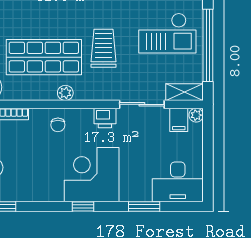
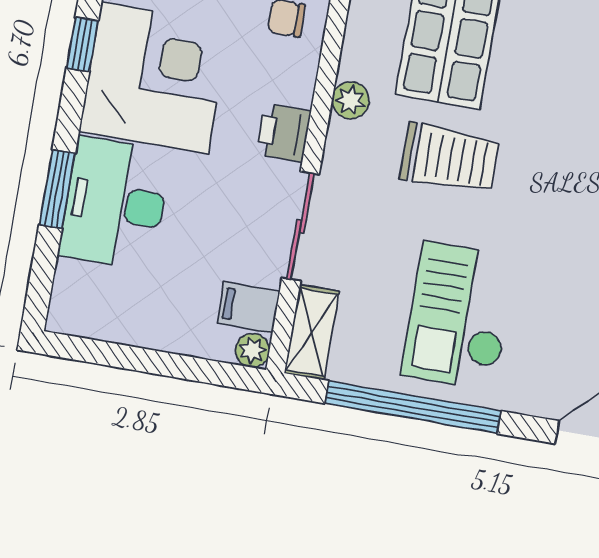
plant: (65, 93) -> (351, 100), moved
desk: (178, 182) -> (115, 203), moved

